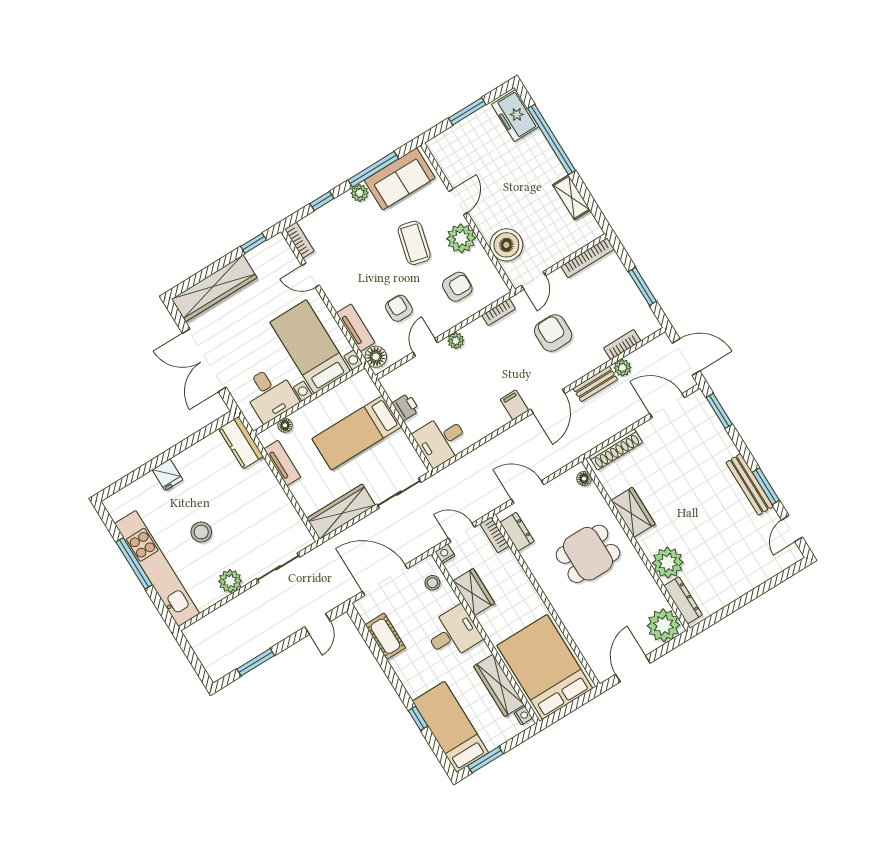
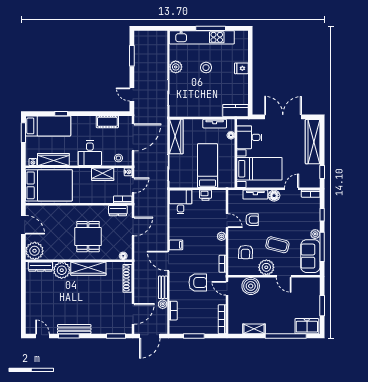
floor lamp: (376, 357) -> (274, 196), moved
wardrobe: (633, 512) -> (88, 269), width x1.50

